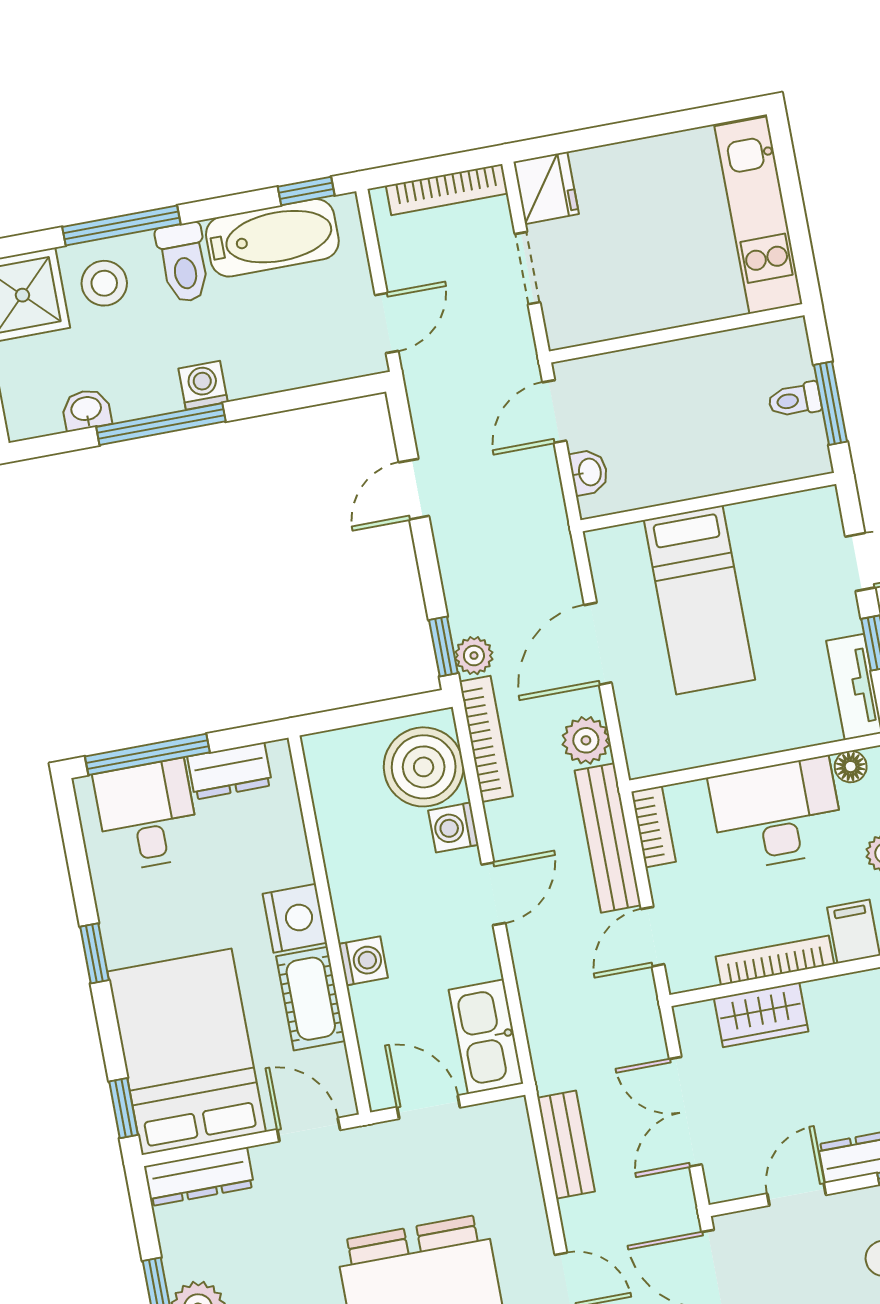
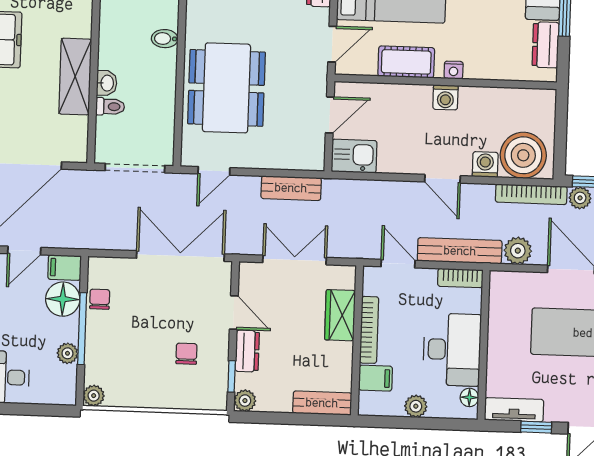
nightstand: (295, 918) -> (454, 70), width x0.53, depth x0.56
washing machine: (363, 961) -> (445, 97), moved
kitchen sink: (486, 1037) -> (354, 156), width x0.73

